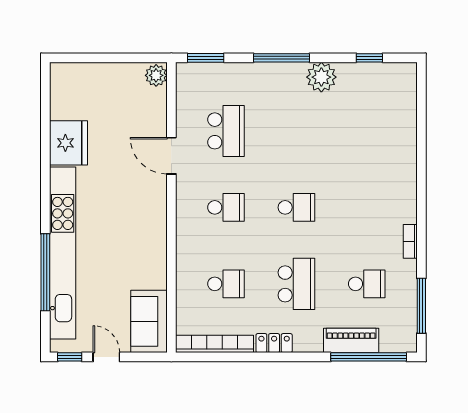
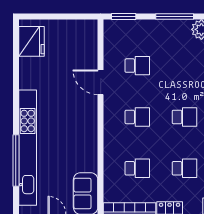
plant: (156, 75) -> (90, 28), removed
school desk: (226, 131) -> (137, 66), width x0.54
fridge: (68, 143) -> (32, 41), moved
school desk: (296, 284) -> (185, 168), width x0.54

